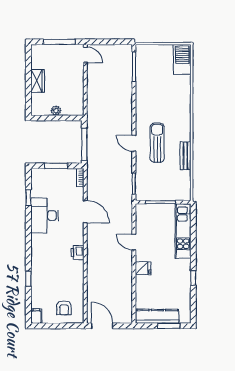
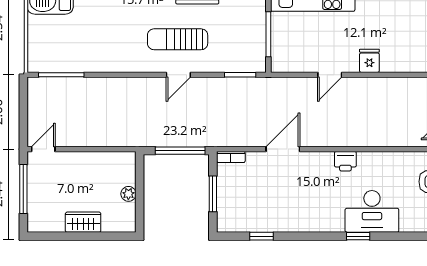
desk: (45, 216) -> (372, 211), moved
window: (28, 279) -> (358, 236), moved

